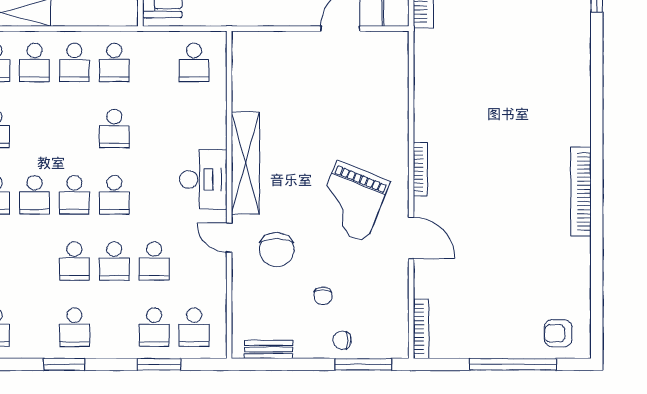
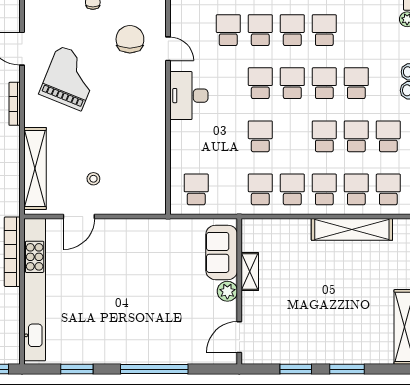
stool: (322, 76) -> (93, 179), added
school desk: (34, 129) -> (324, 136), added
shelving: (245, 163) -> (35, 168), moved
school desk: (34, 261) -> (324, 30), added

